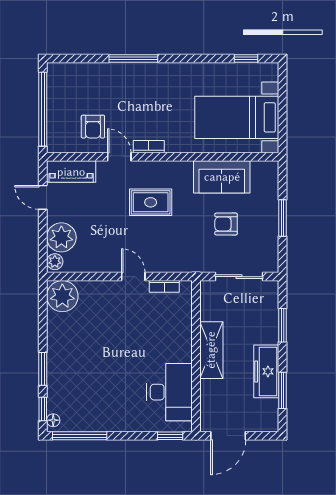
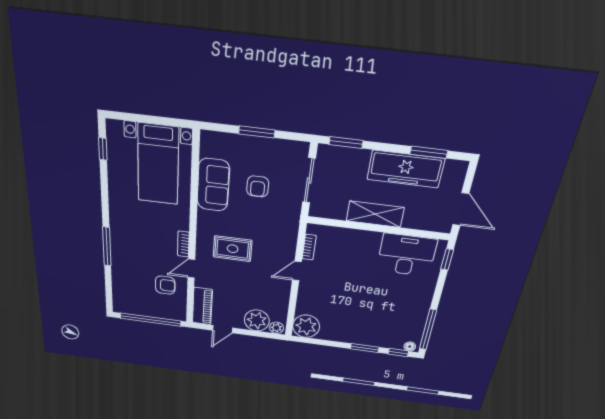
rug: (151, 202) -> (233, 249), turned 90
window: (282, 325) -> (346, 142), moved
freezer: (266, 371) -> (406, 169), width x1.36, depth x1.26

